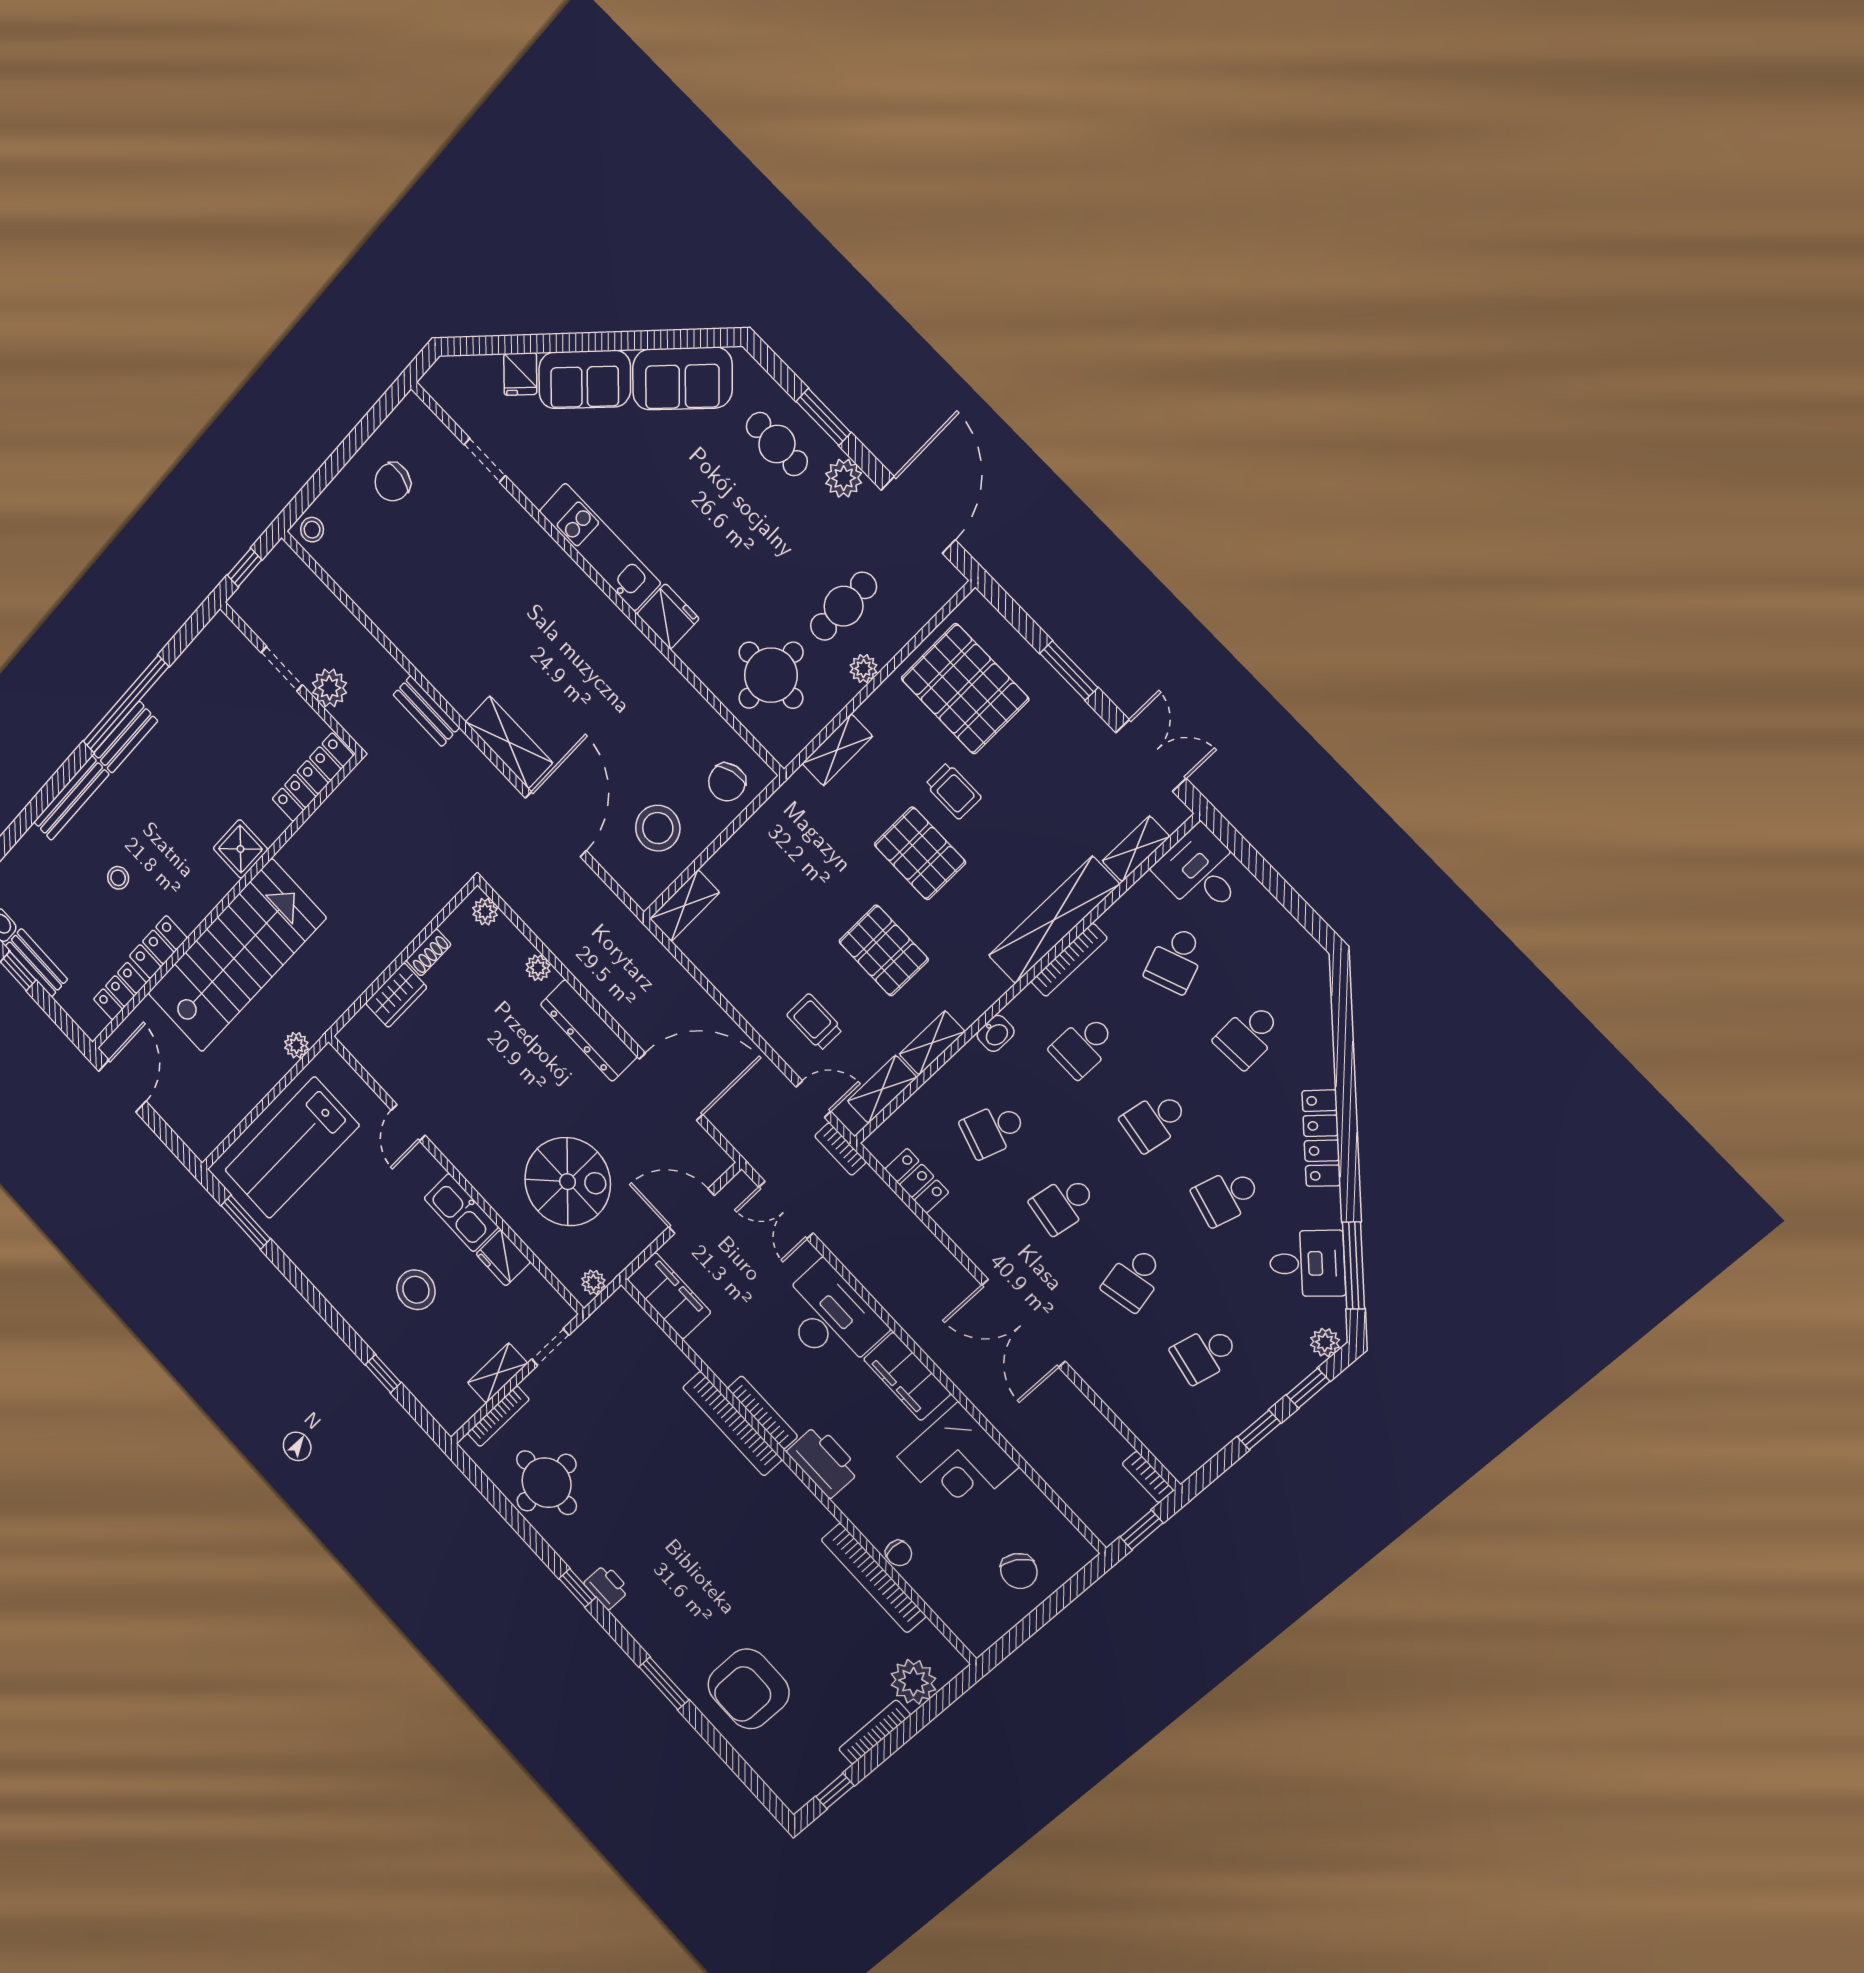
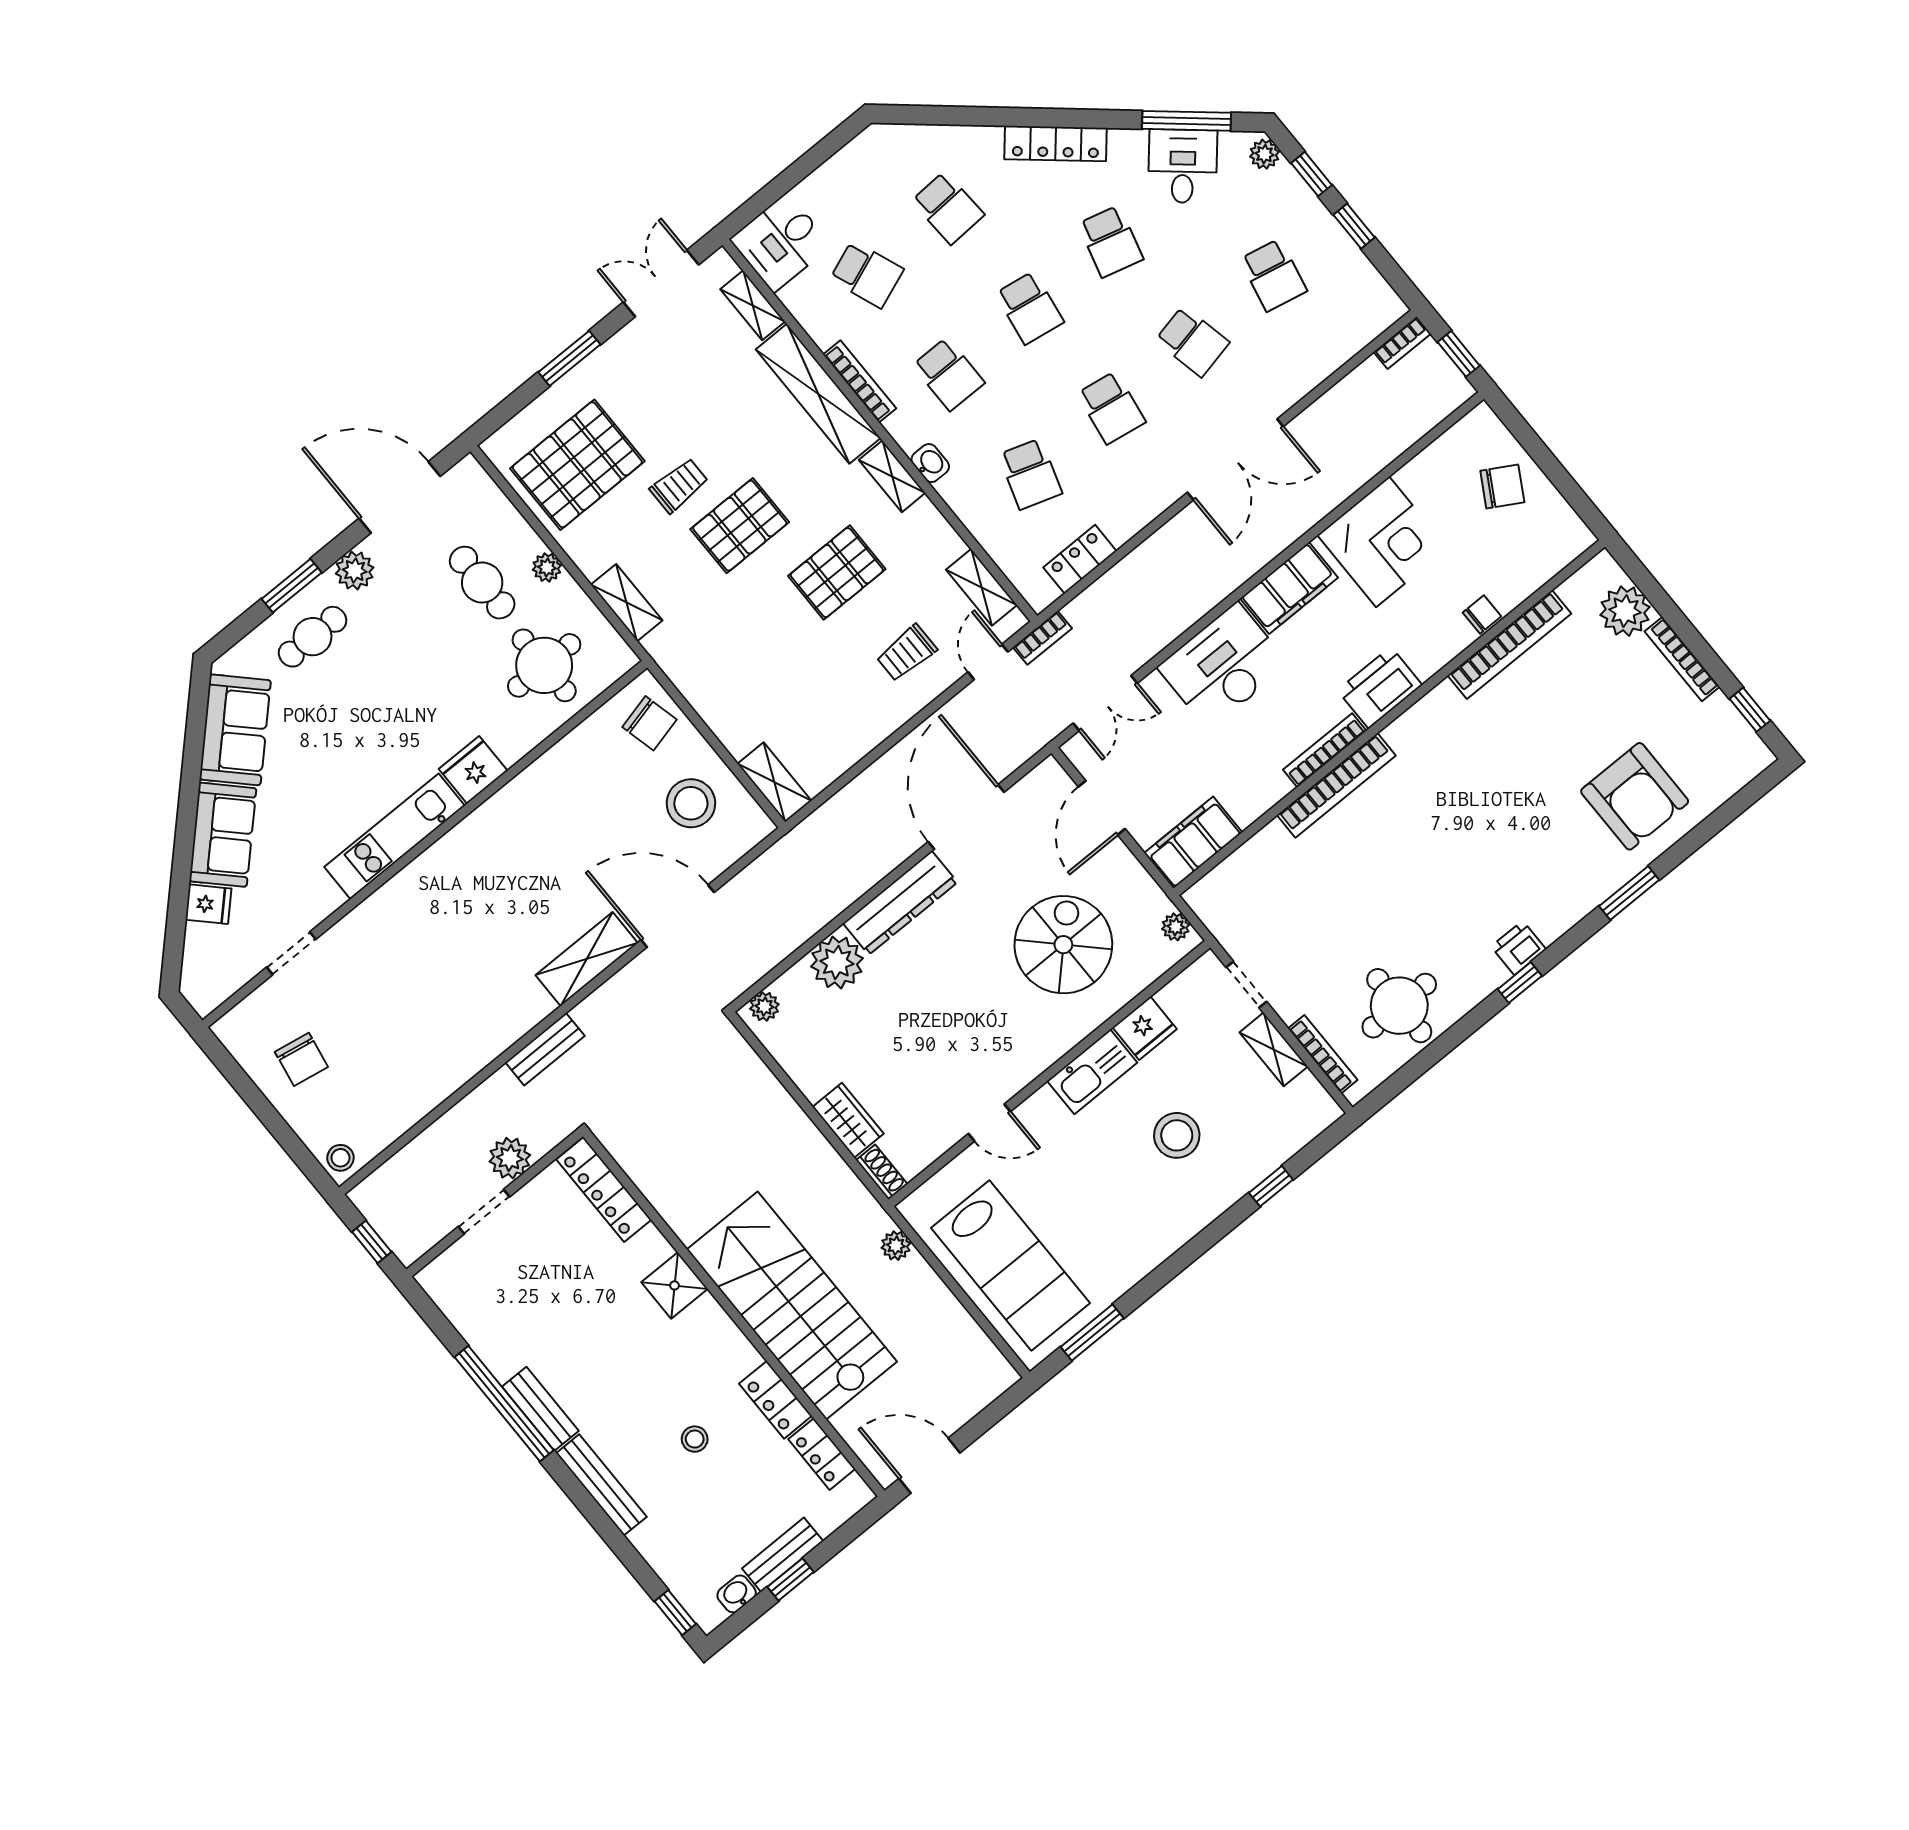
shoe rack: (429, 952) -> (882, 1172), moved
plant: (538, 968) -> (837, 962), width x1.87, depth x1.87
shelving: (932, 1043) -> (892, 476), moved

